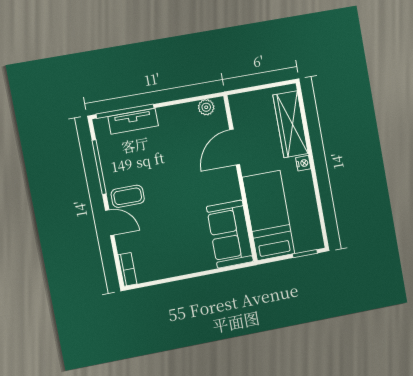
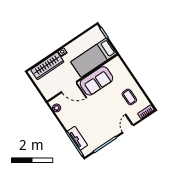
coffee table: (128, 196) -> (129, 97), moved
sofa: (230, 234) -> (96, 81), moved

